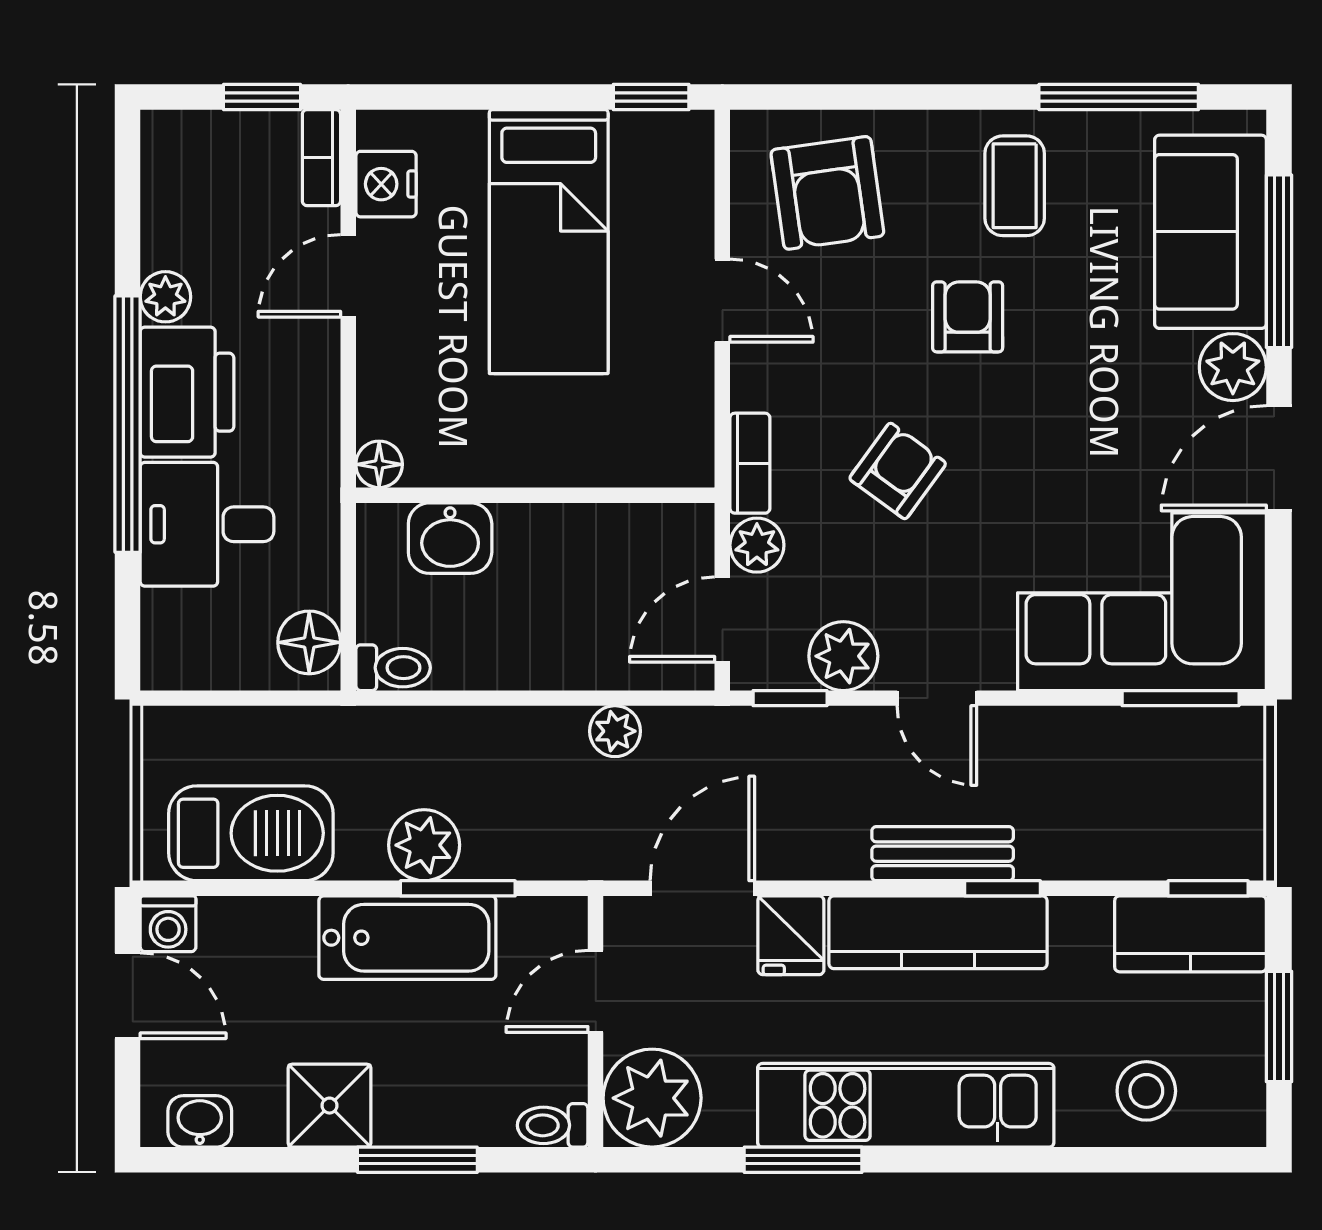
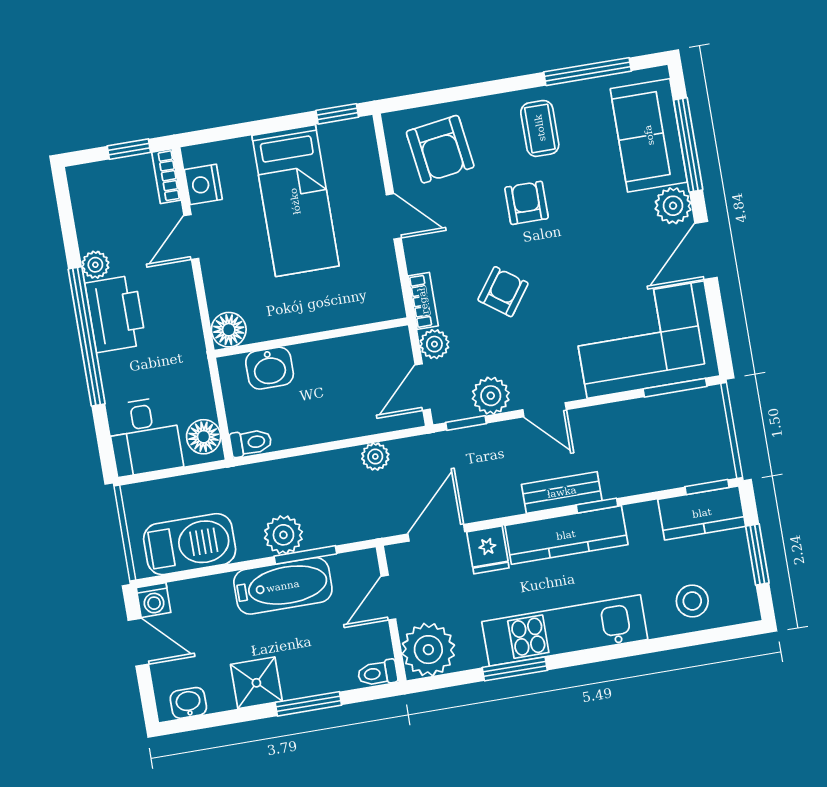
floor lamp: (379, 464) -> (229, 330), width x1.37, depth x1.37
desk: (207, 524) -> (145, 436), moved, turned -90

